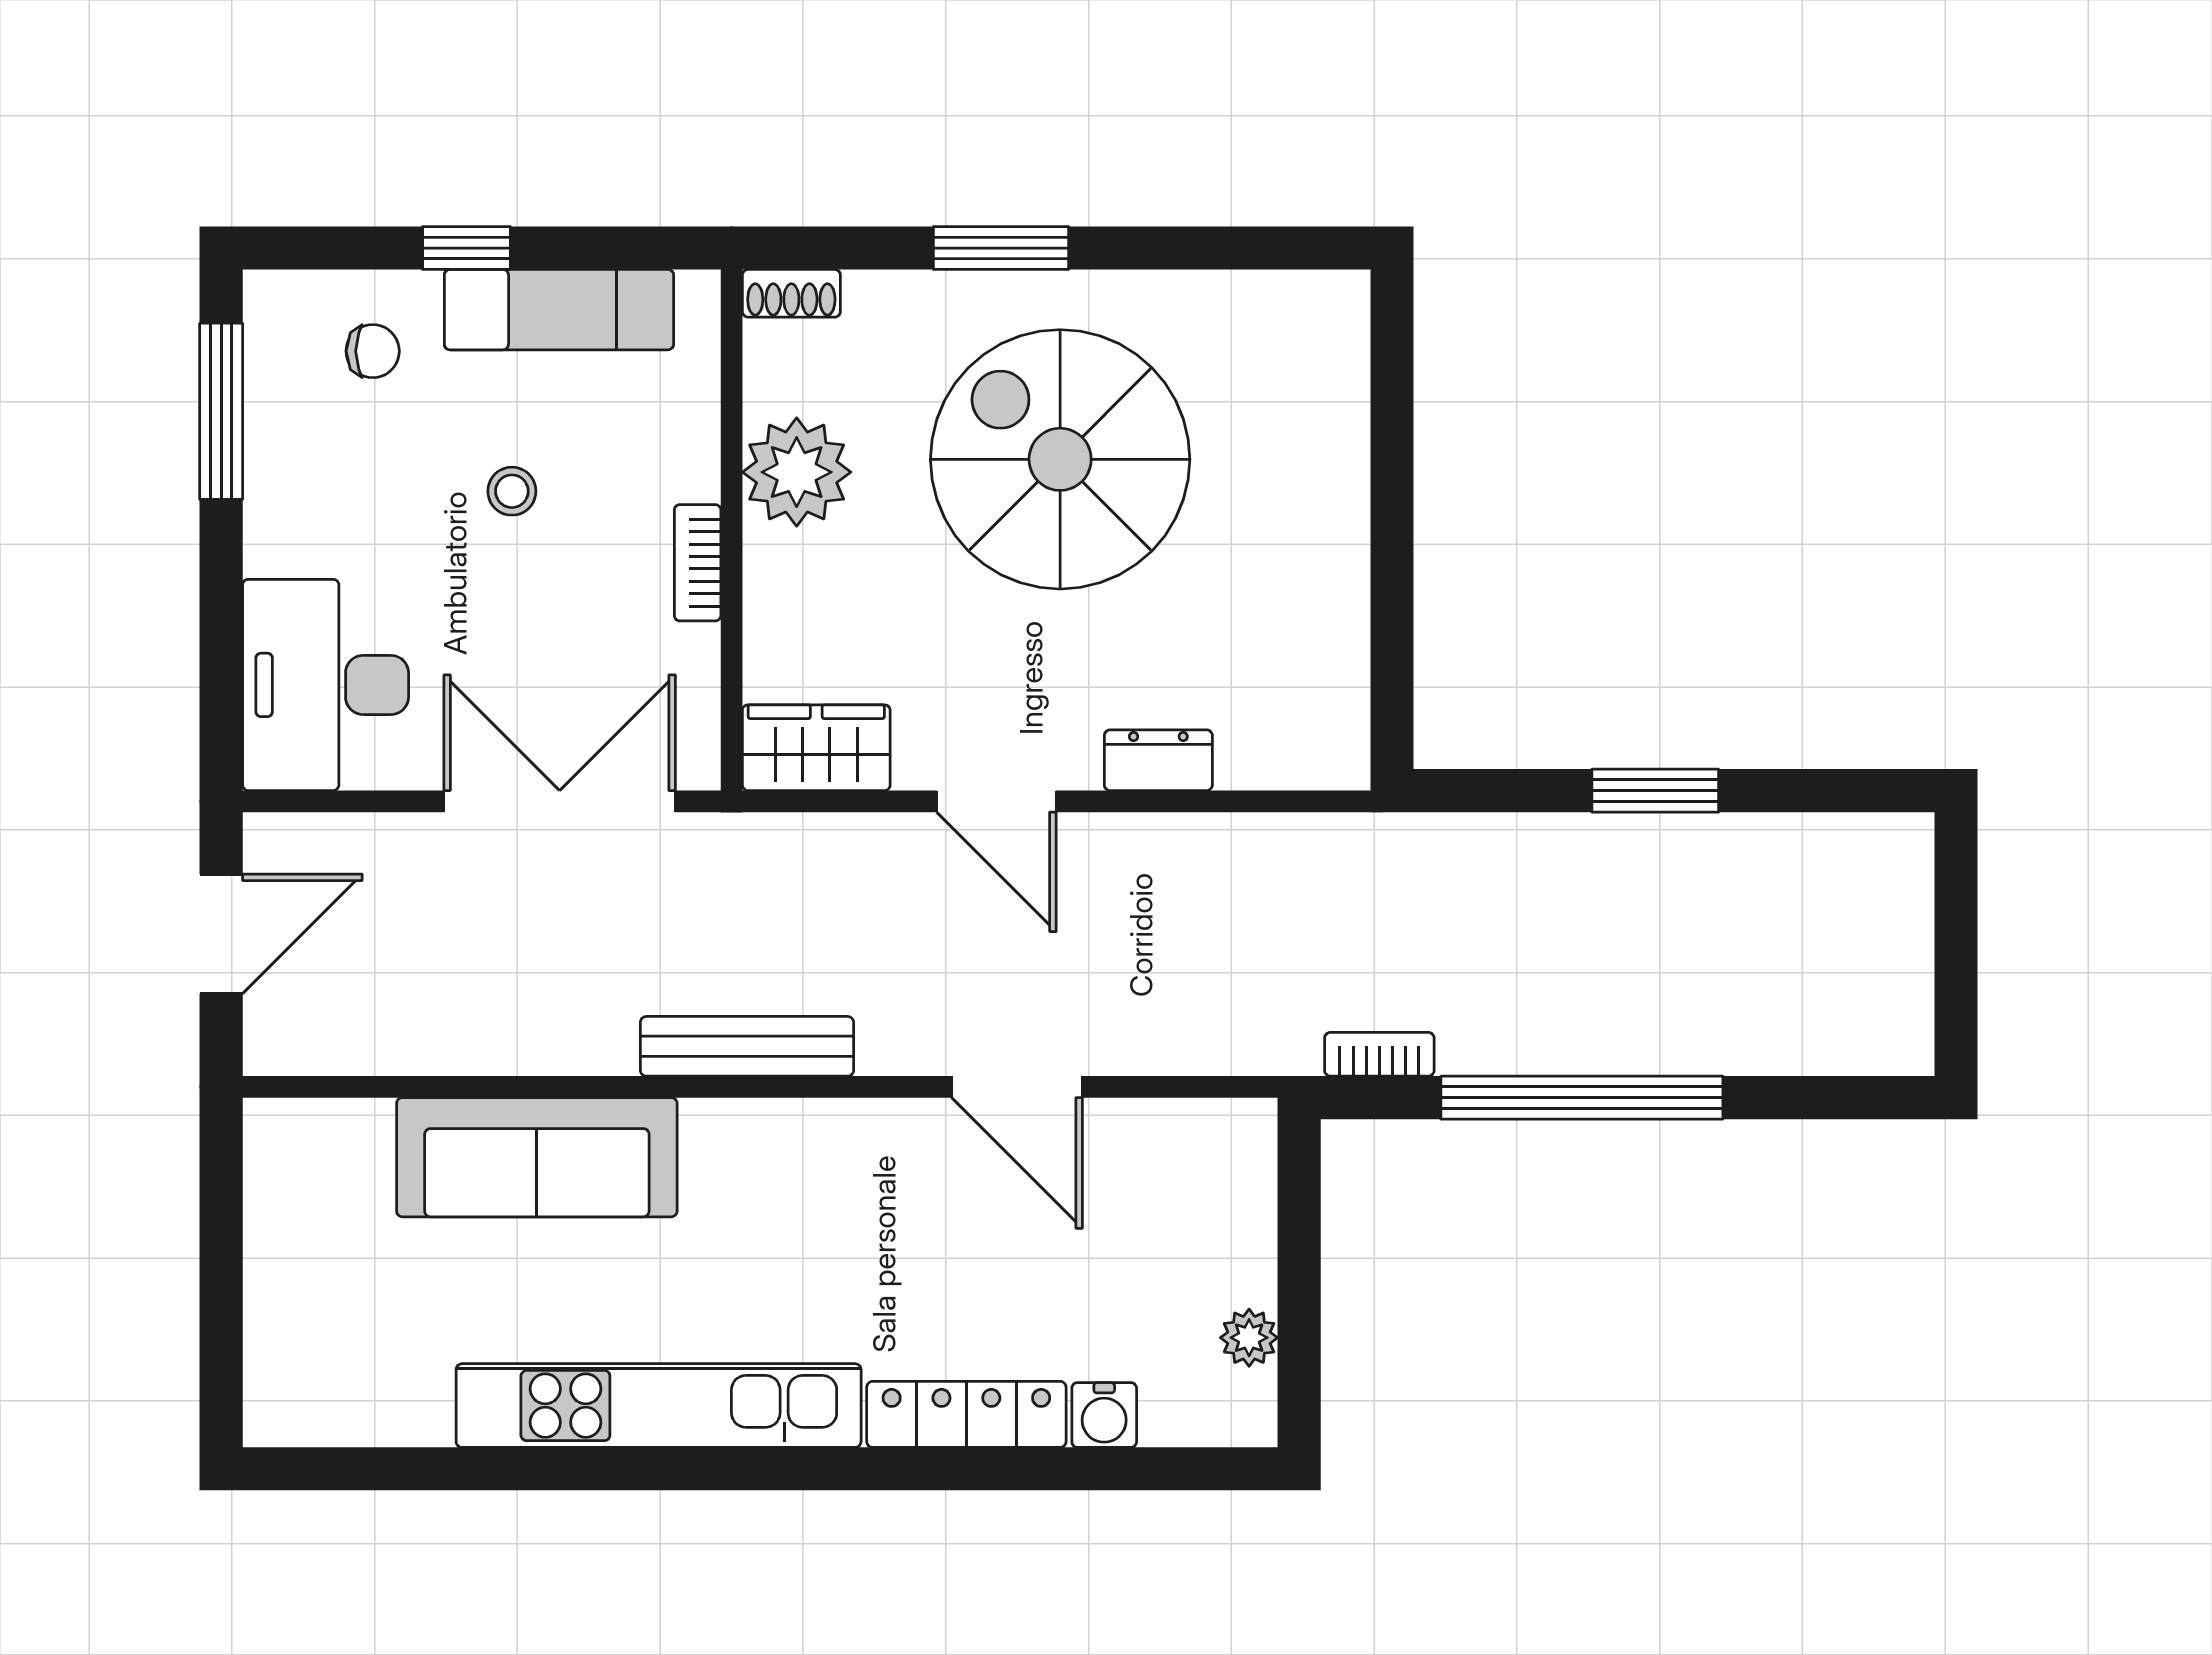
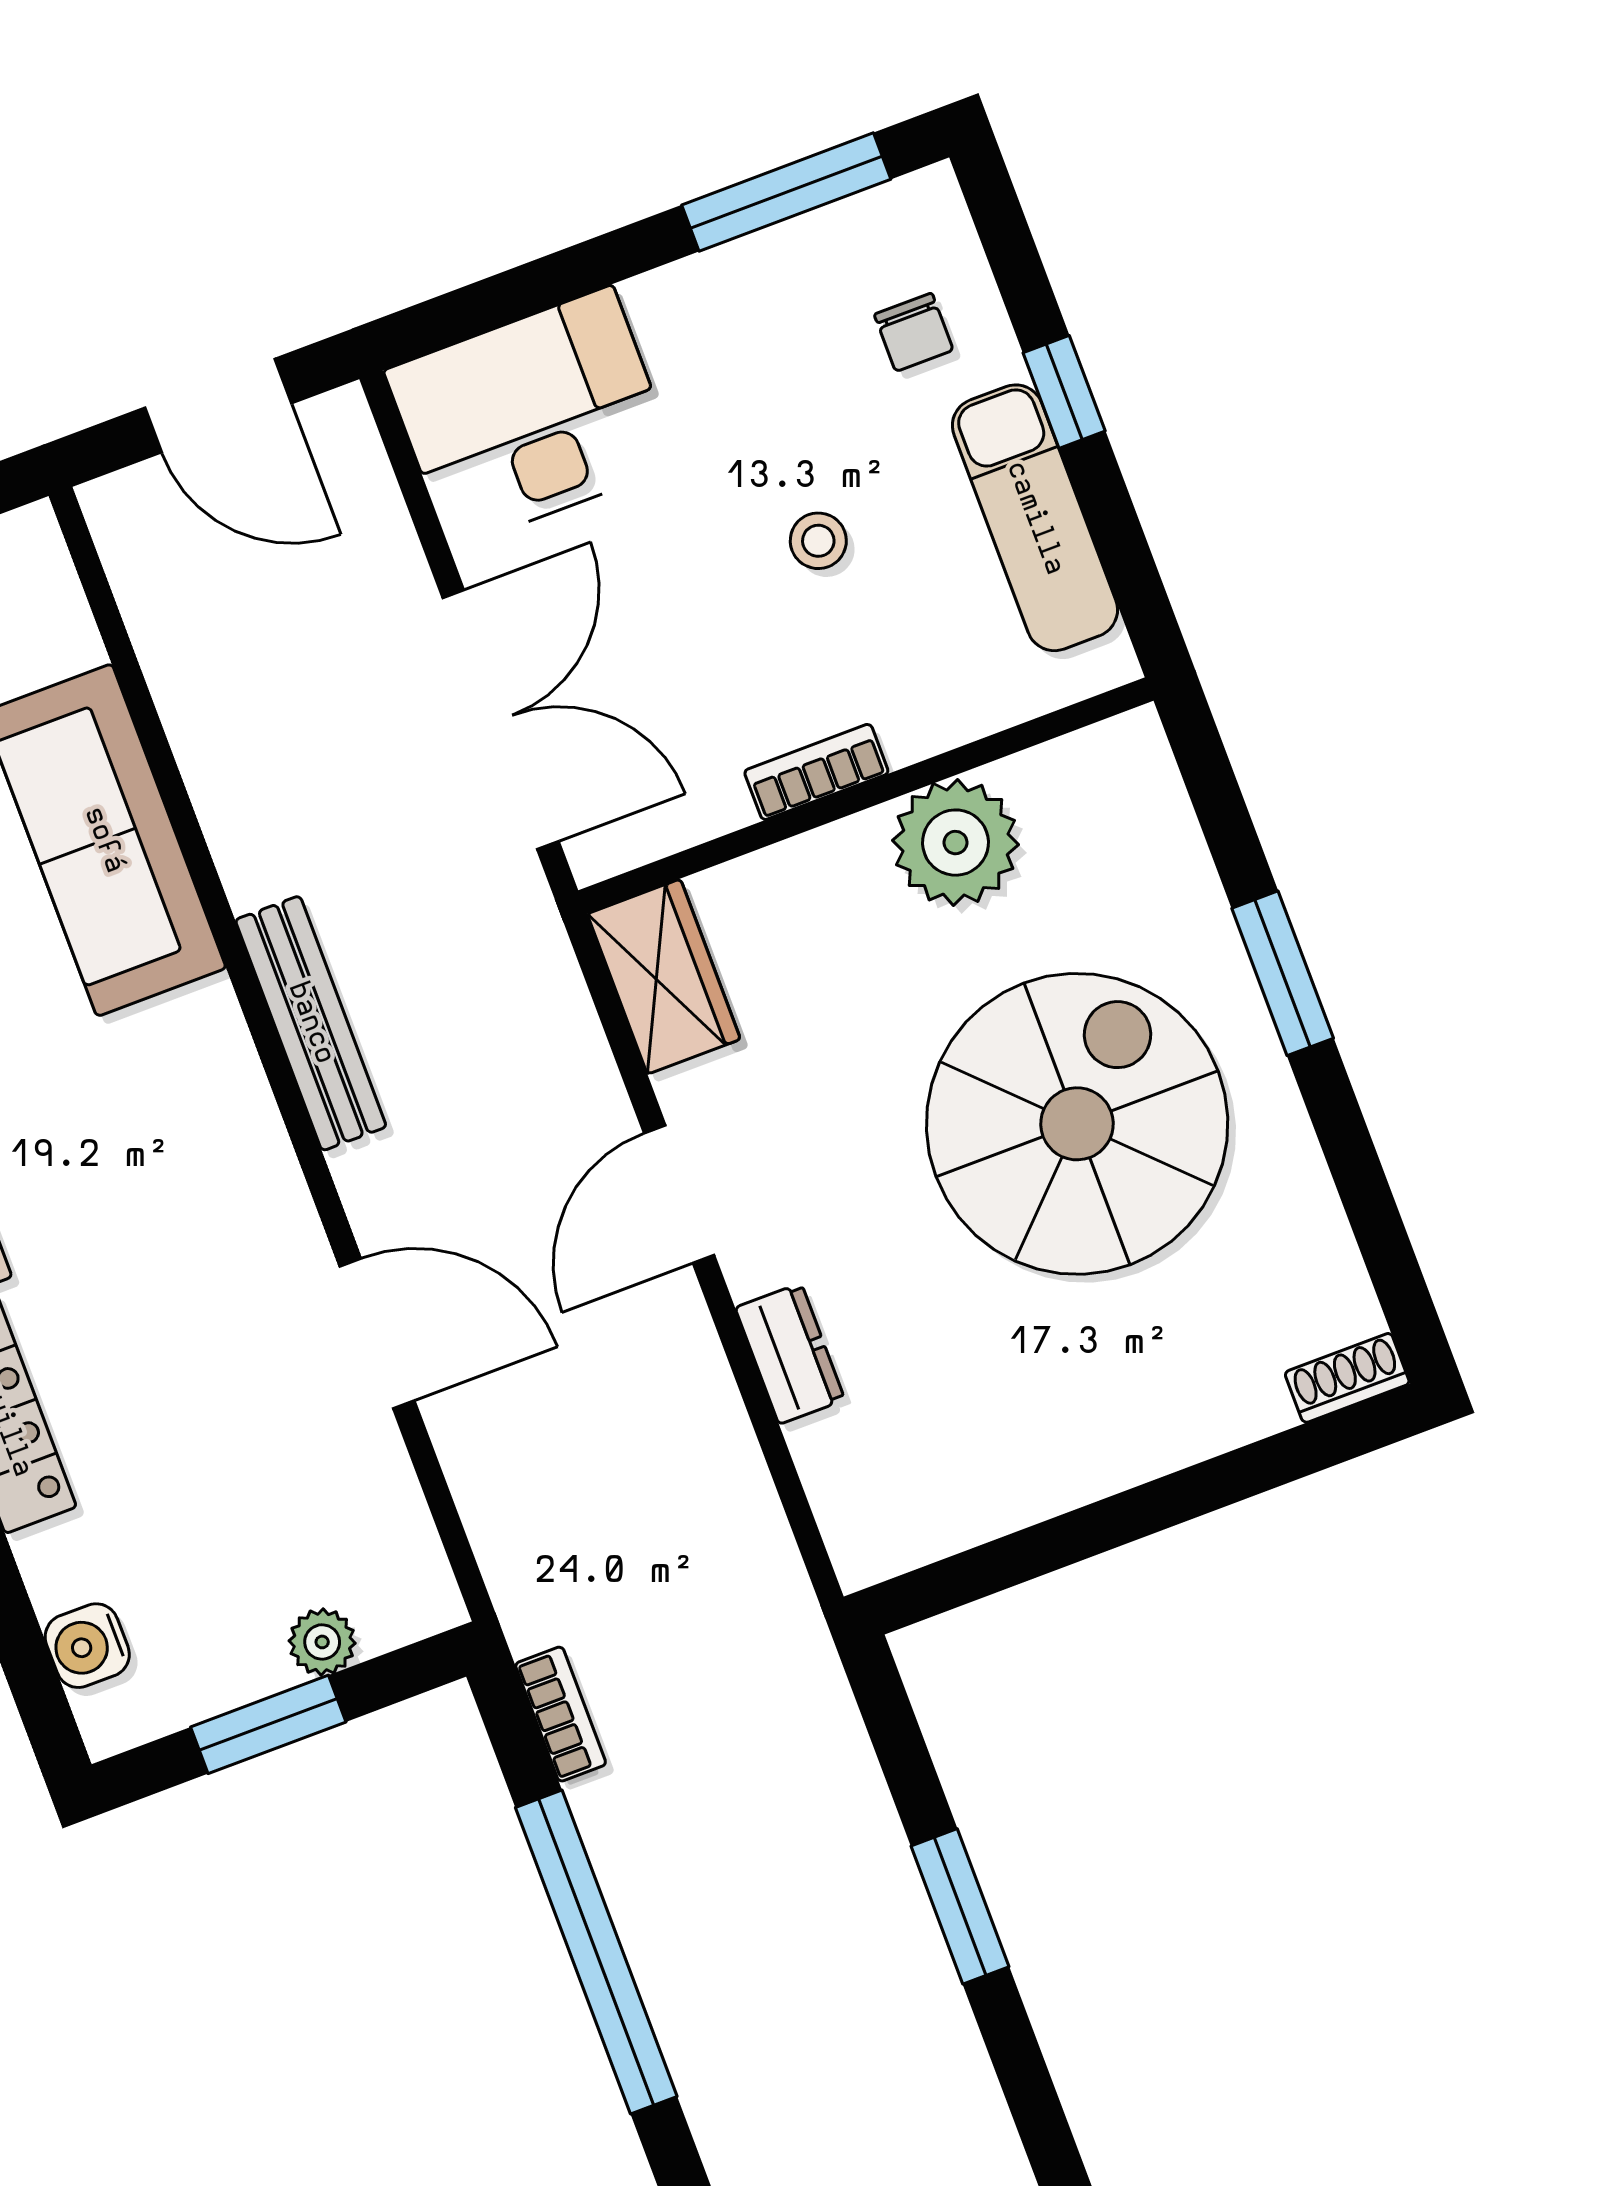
shoe rack: (791, 293) -> (1347, 1378), moved, turned 90
door: (1017, 1087) -> (377, 1333), swing flipped
window: (1299, 1293) -> (268, 1724), added
plant: (1249, 1338) -> (322, 1642), moved
water cooler: (1104, 1415) -> (87, 1646), moved

